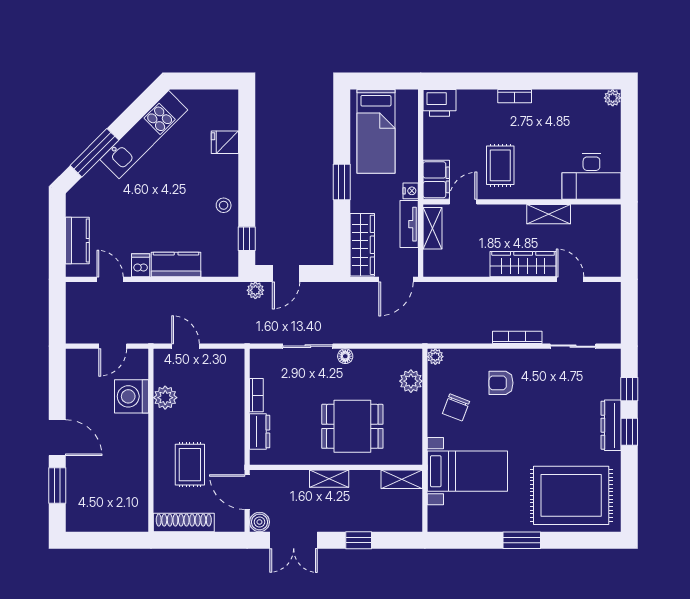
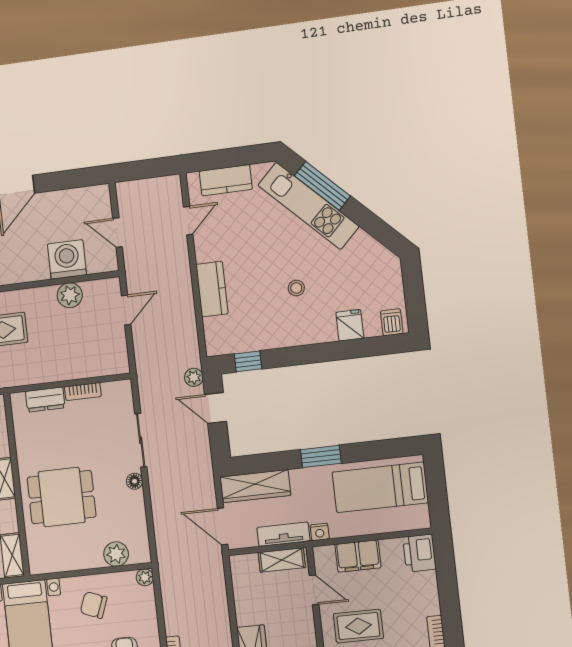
kitchen unit: (144, 135) -> (308, 206), moved
filing cabinet: (436, 180) -> (358, 556), moved
stool: (224, 205) -> (296, 288), moved
dishwasher: (141, 265) -> (392, 322), moved, turned -90
dining table: (352, 426) -> (62, 497), turned 90

